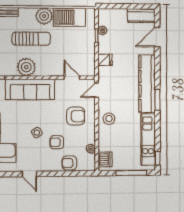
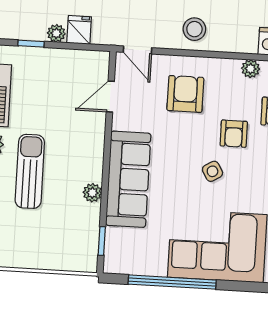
plant: (103, 30) -> (56, 33), moved
plant: (26, 67) -> (92, 193), width x0.53, depth x0.53

